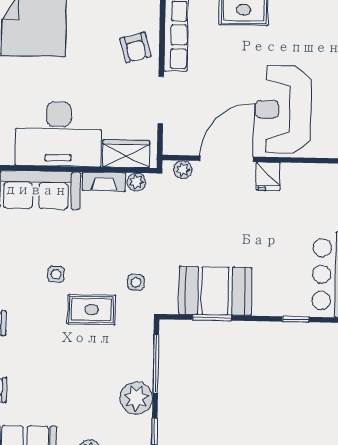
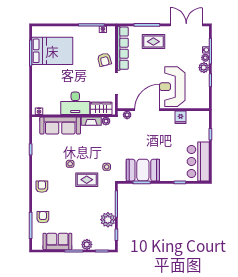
desk: (58, 134) -> (75, 103), width x0.73, depth x0.77
fridge: (268, 176) -> (181, 117), moved

